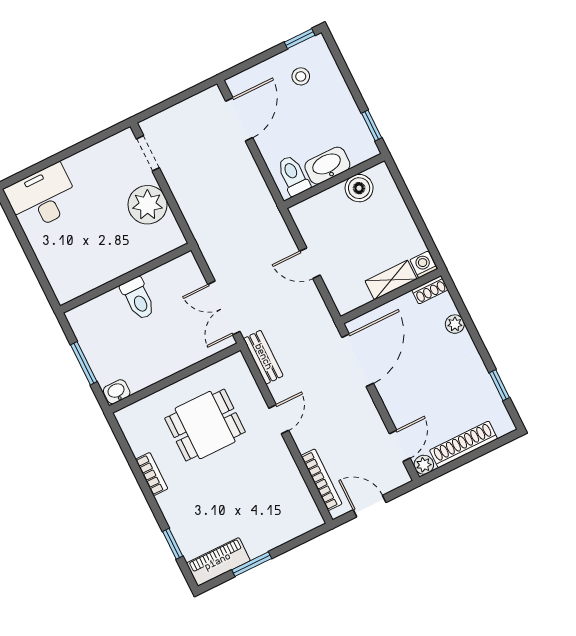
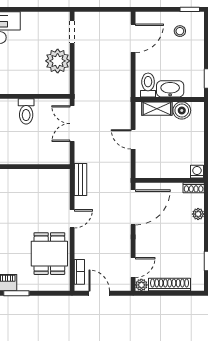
shelving: (391, 280) -> (157, 109), moved
double door: (224, 308) -> (72, 124), moved
dining table: (205, 425) -> (49, 254), moved, turned 90
bookcase: (321, 480) -> (79, 272), width x0.64

